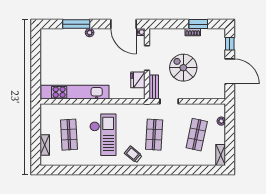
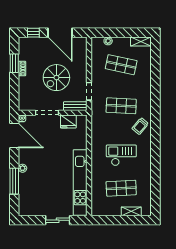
door: (124, 24) -> (14, 135), hinge flipped
sliding door: (36, 69) -> (58, 220), added
door: (230, 71) -> (60, 33), swing flipped
checkout: (103, 135) -> (121, 155), width x0.73, depth x0.83

